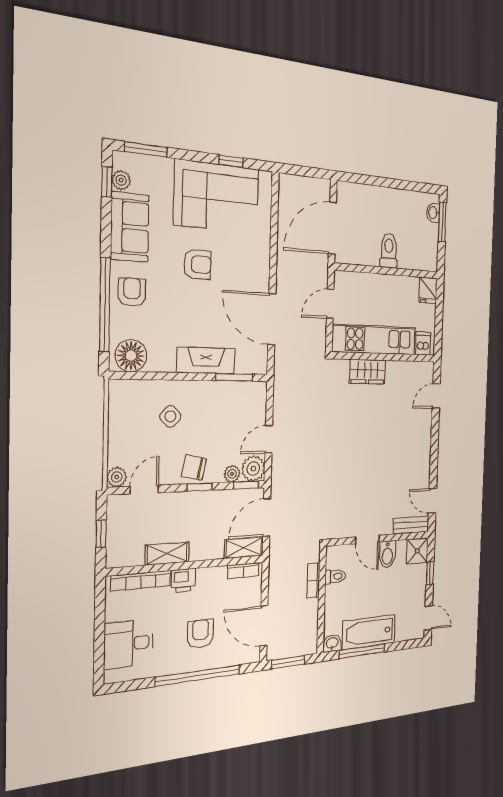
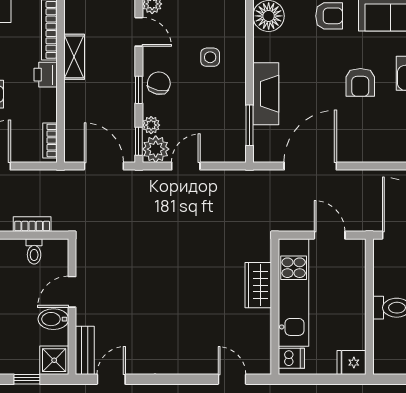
side table: (170, 416) -> (210, 57), turned 45
door: (269, 439) -> (186, 166), hinge flipped
shelving: (244, 548) -> (74, 141), removed

